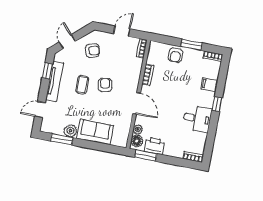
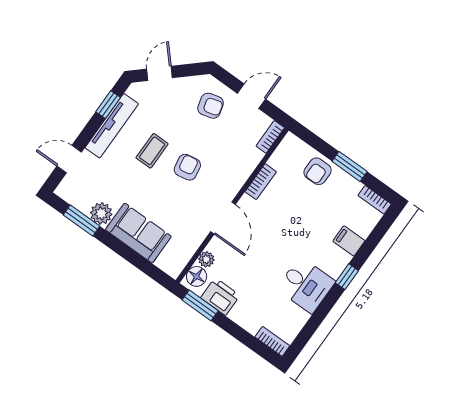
armchair: (92, 51) -> (211, 106), moved

